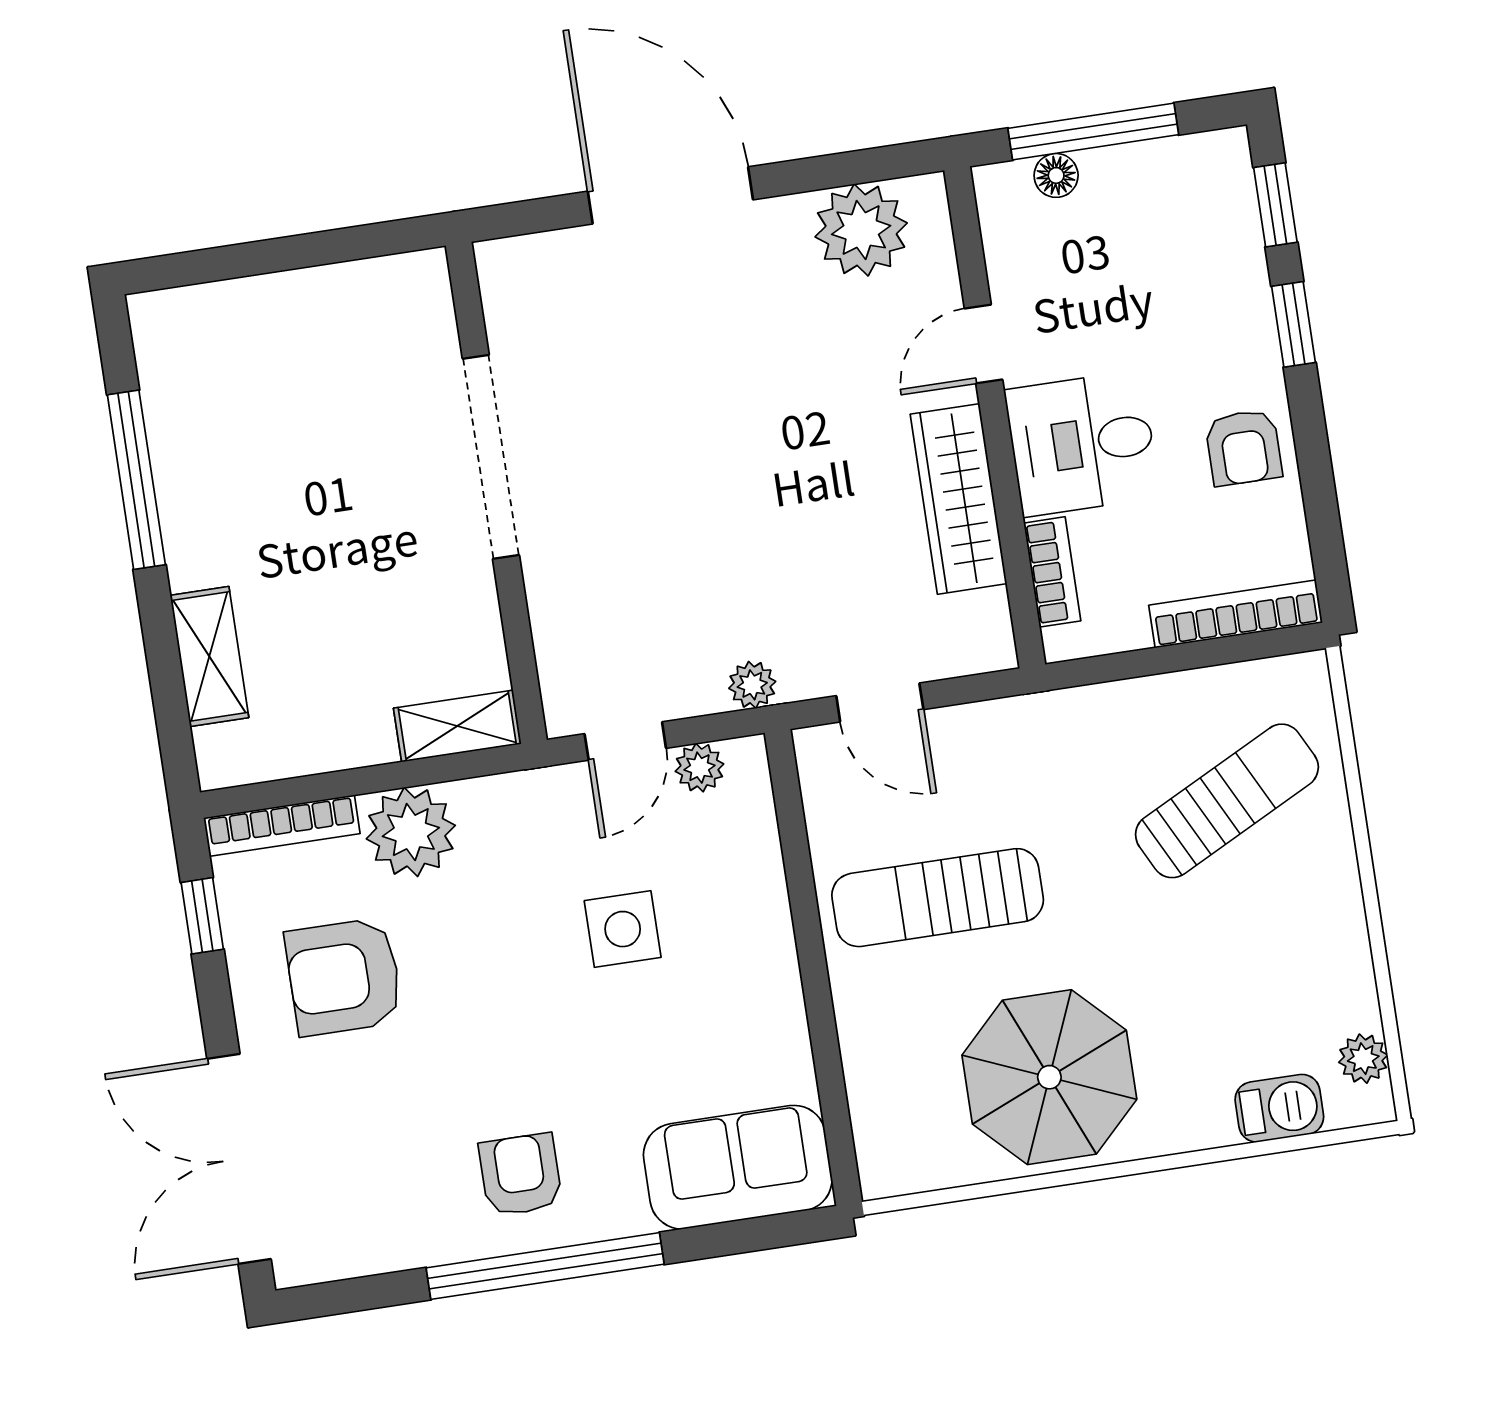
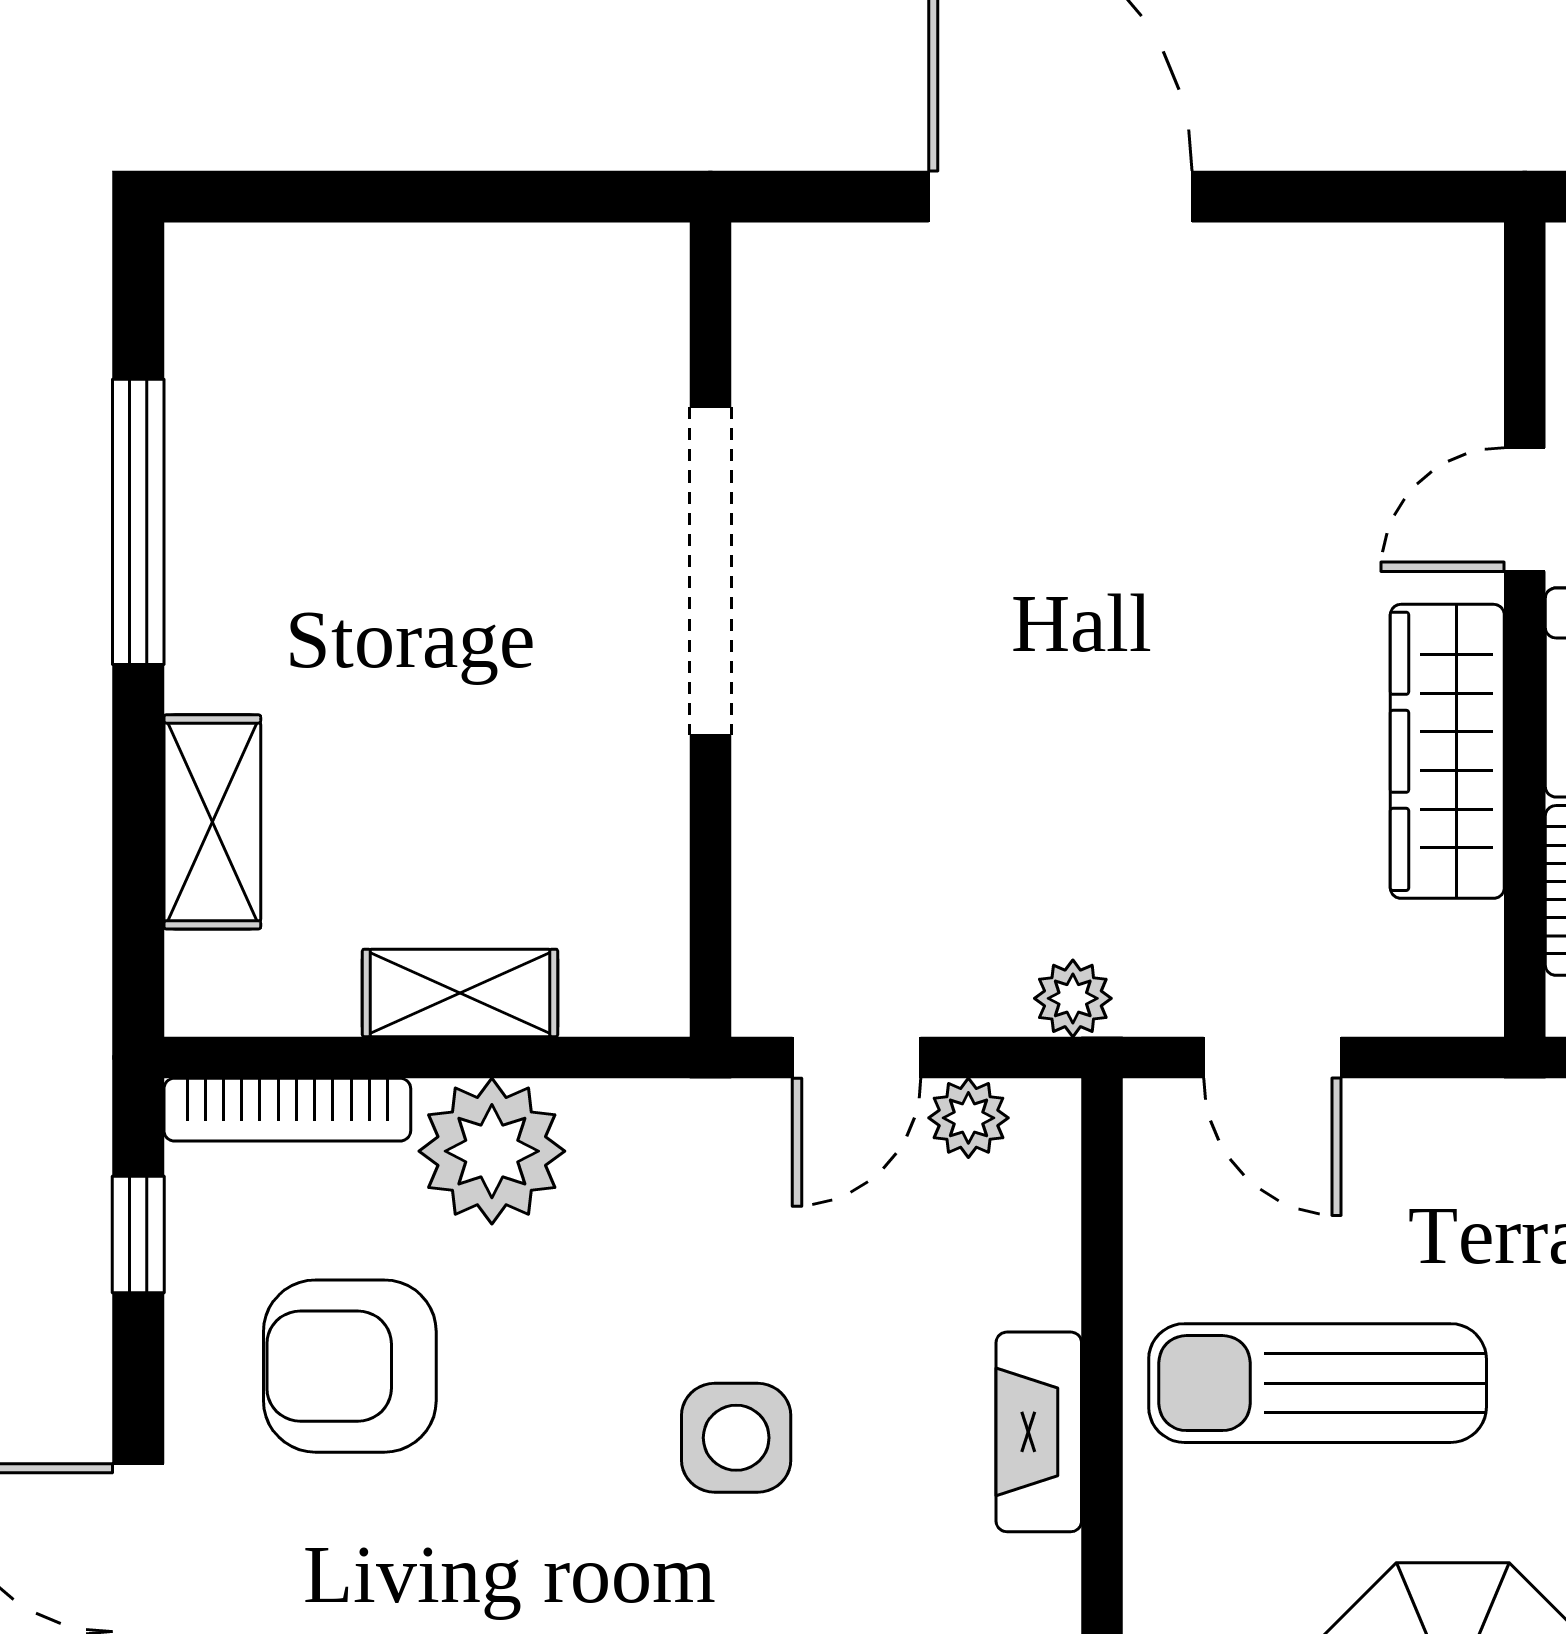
plant: (861, 230) -> (1357, 298), removed
shelving: (457, 726) -> (460, 993), moved
side table: (623, 929) -> (736, 1438), moved
fireplace: (772, 953) -> (1039, 1432), added

